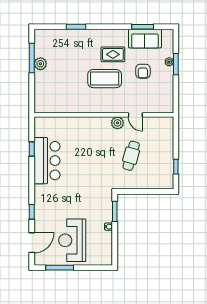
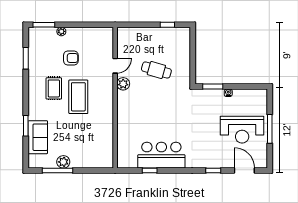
sofa: (145, 39) -> (38, 137), moved
window: (176, 64) -> (44, 25), moved
window: (60, 268) -> (270, 129), moved

